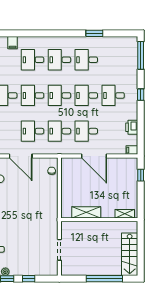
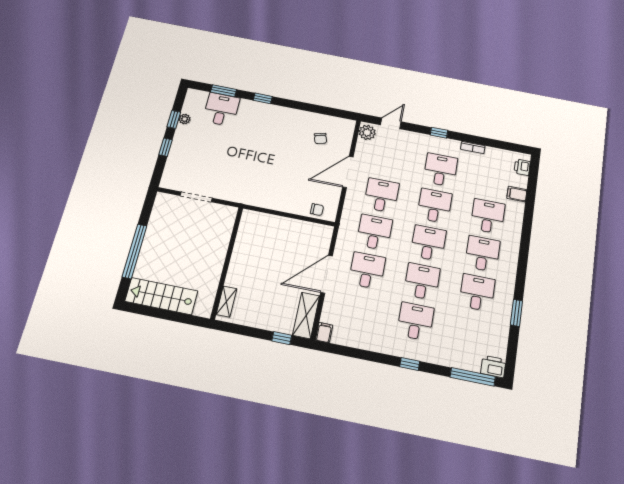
printer: (132, 127) -> (493, 367), moved
shelving: (86, 212) -> (306, 315), moved

